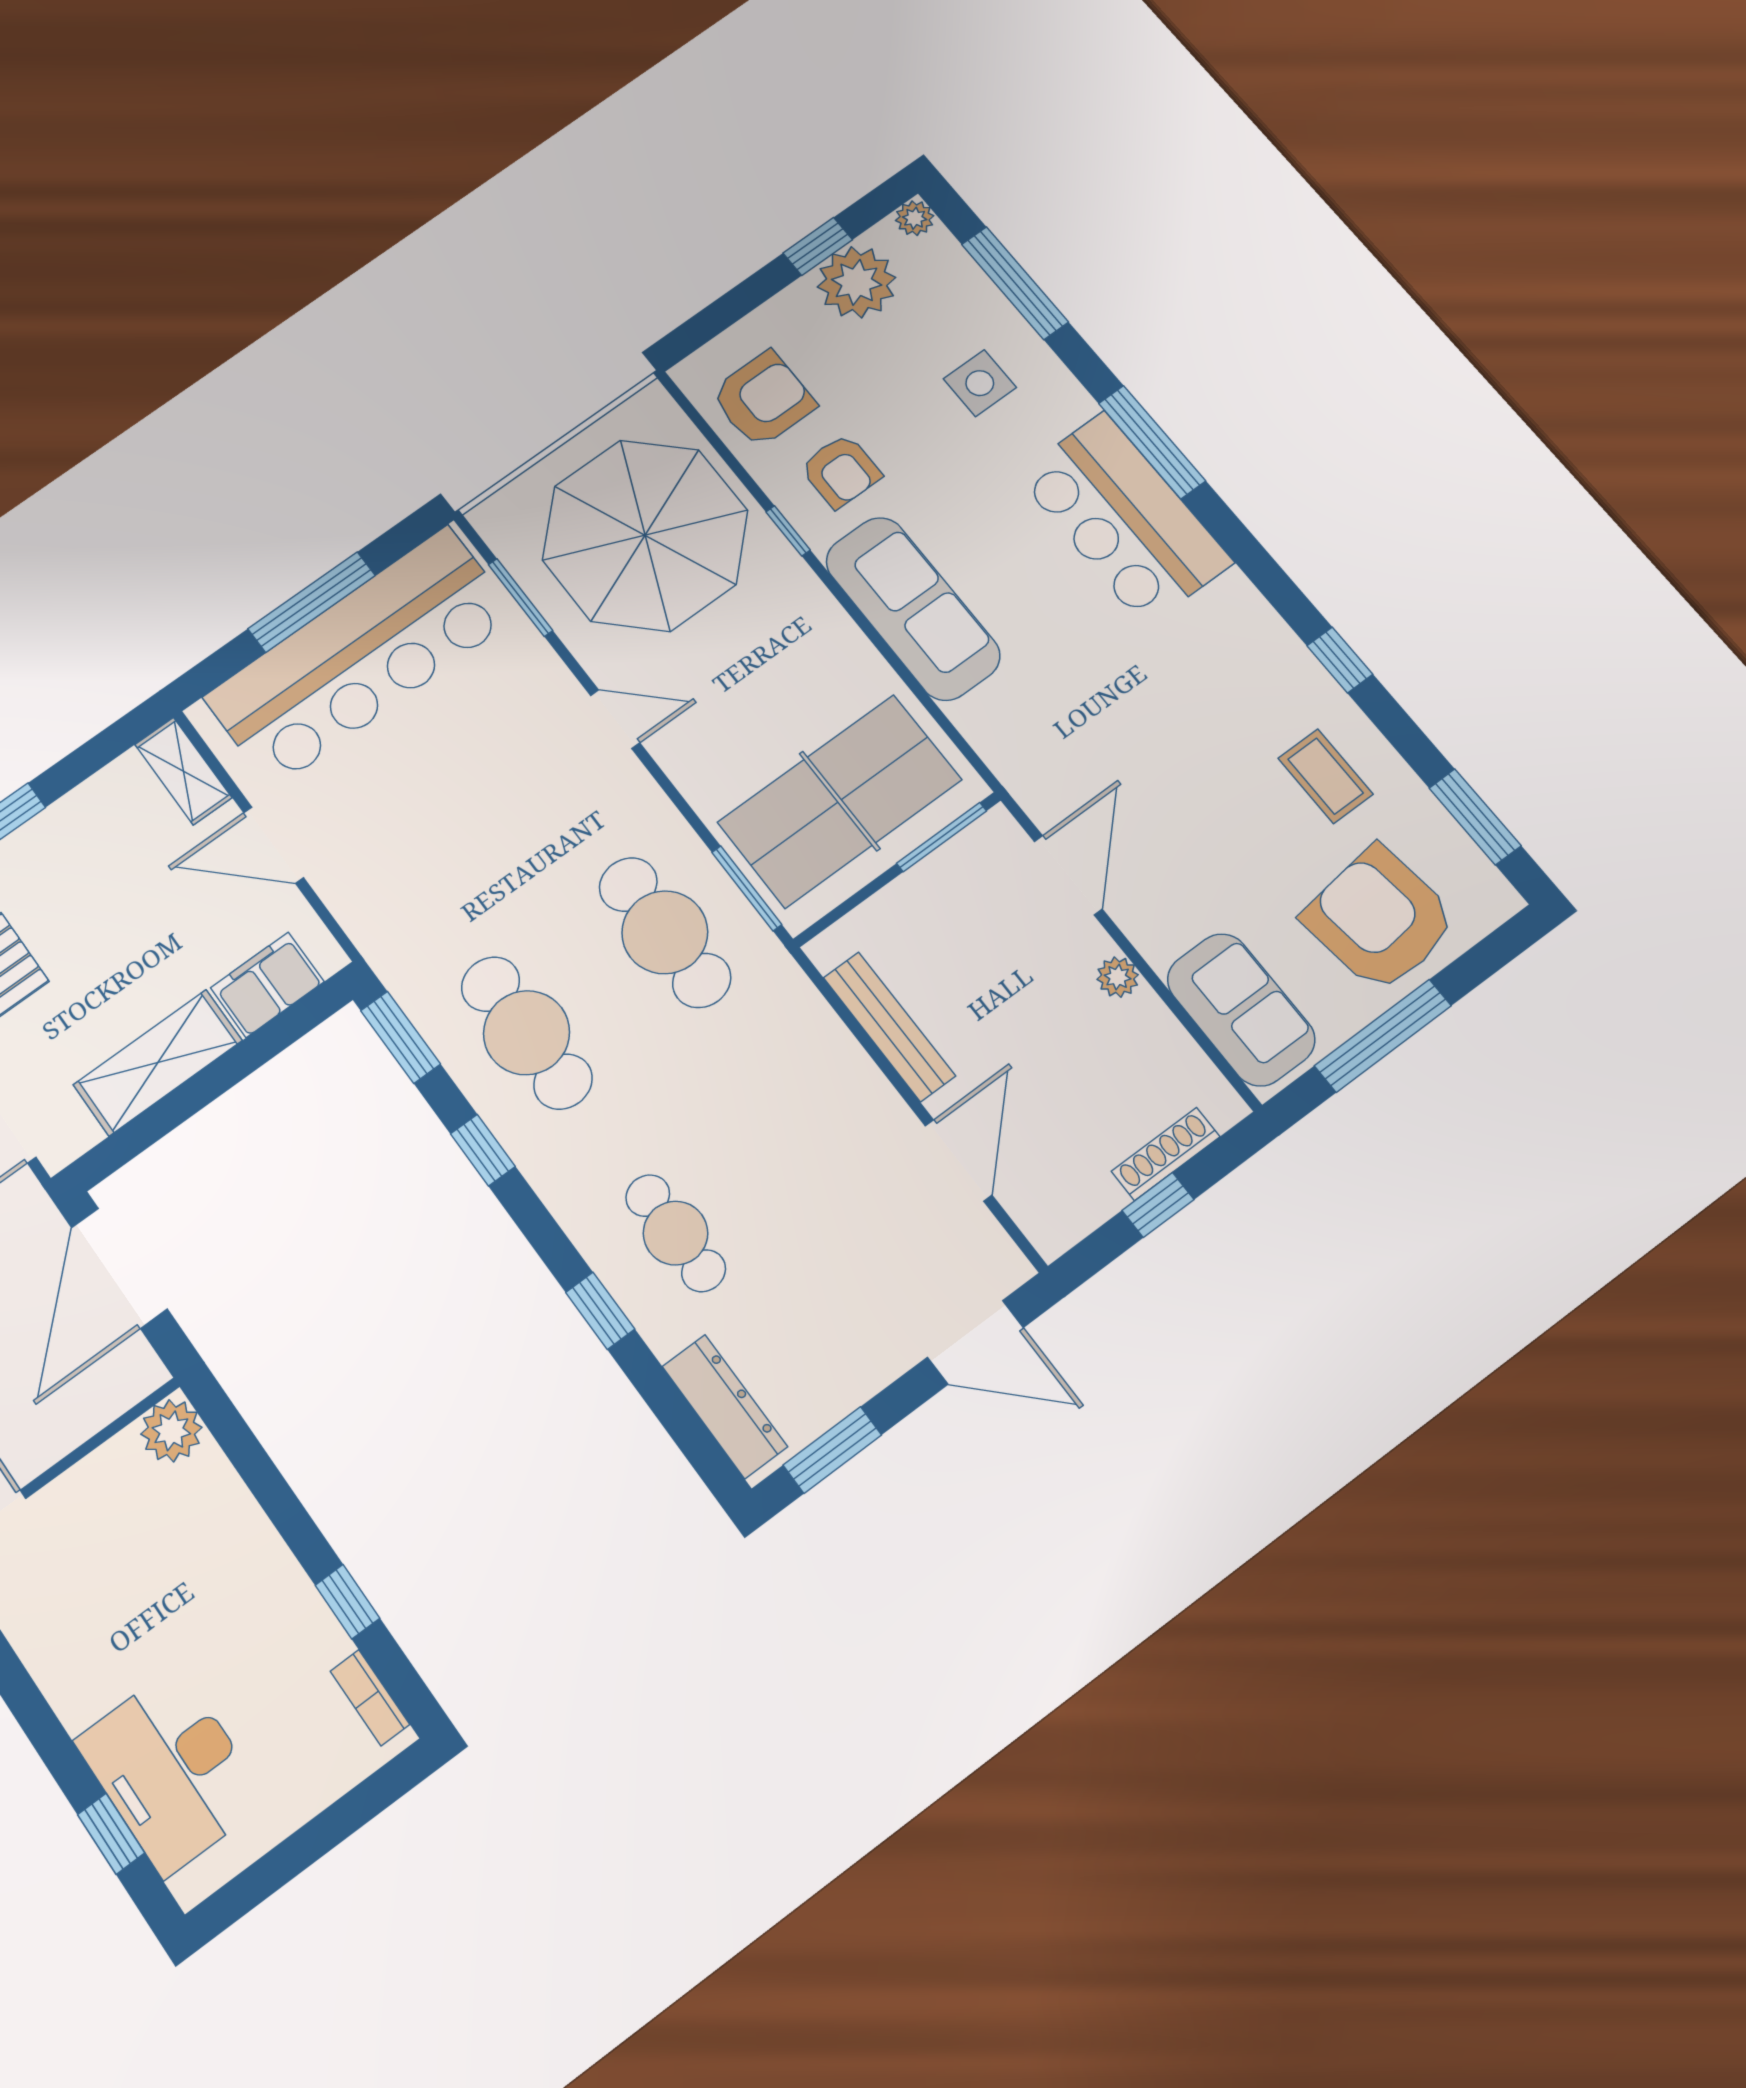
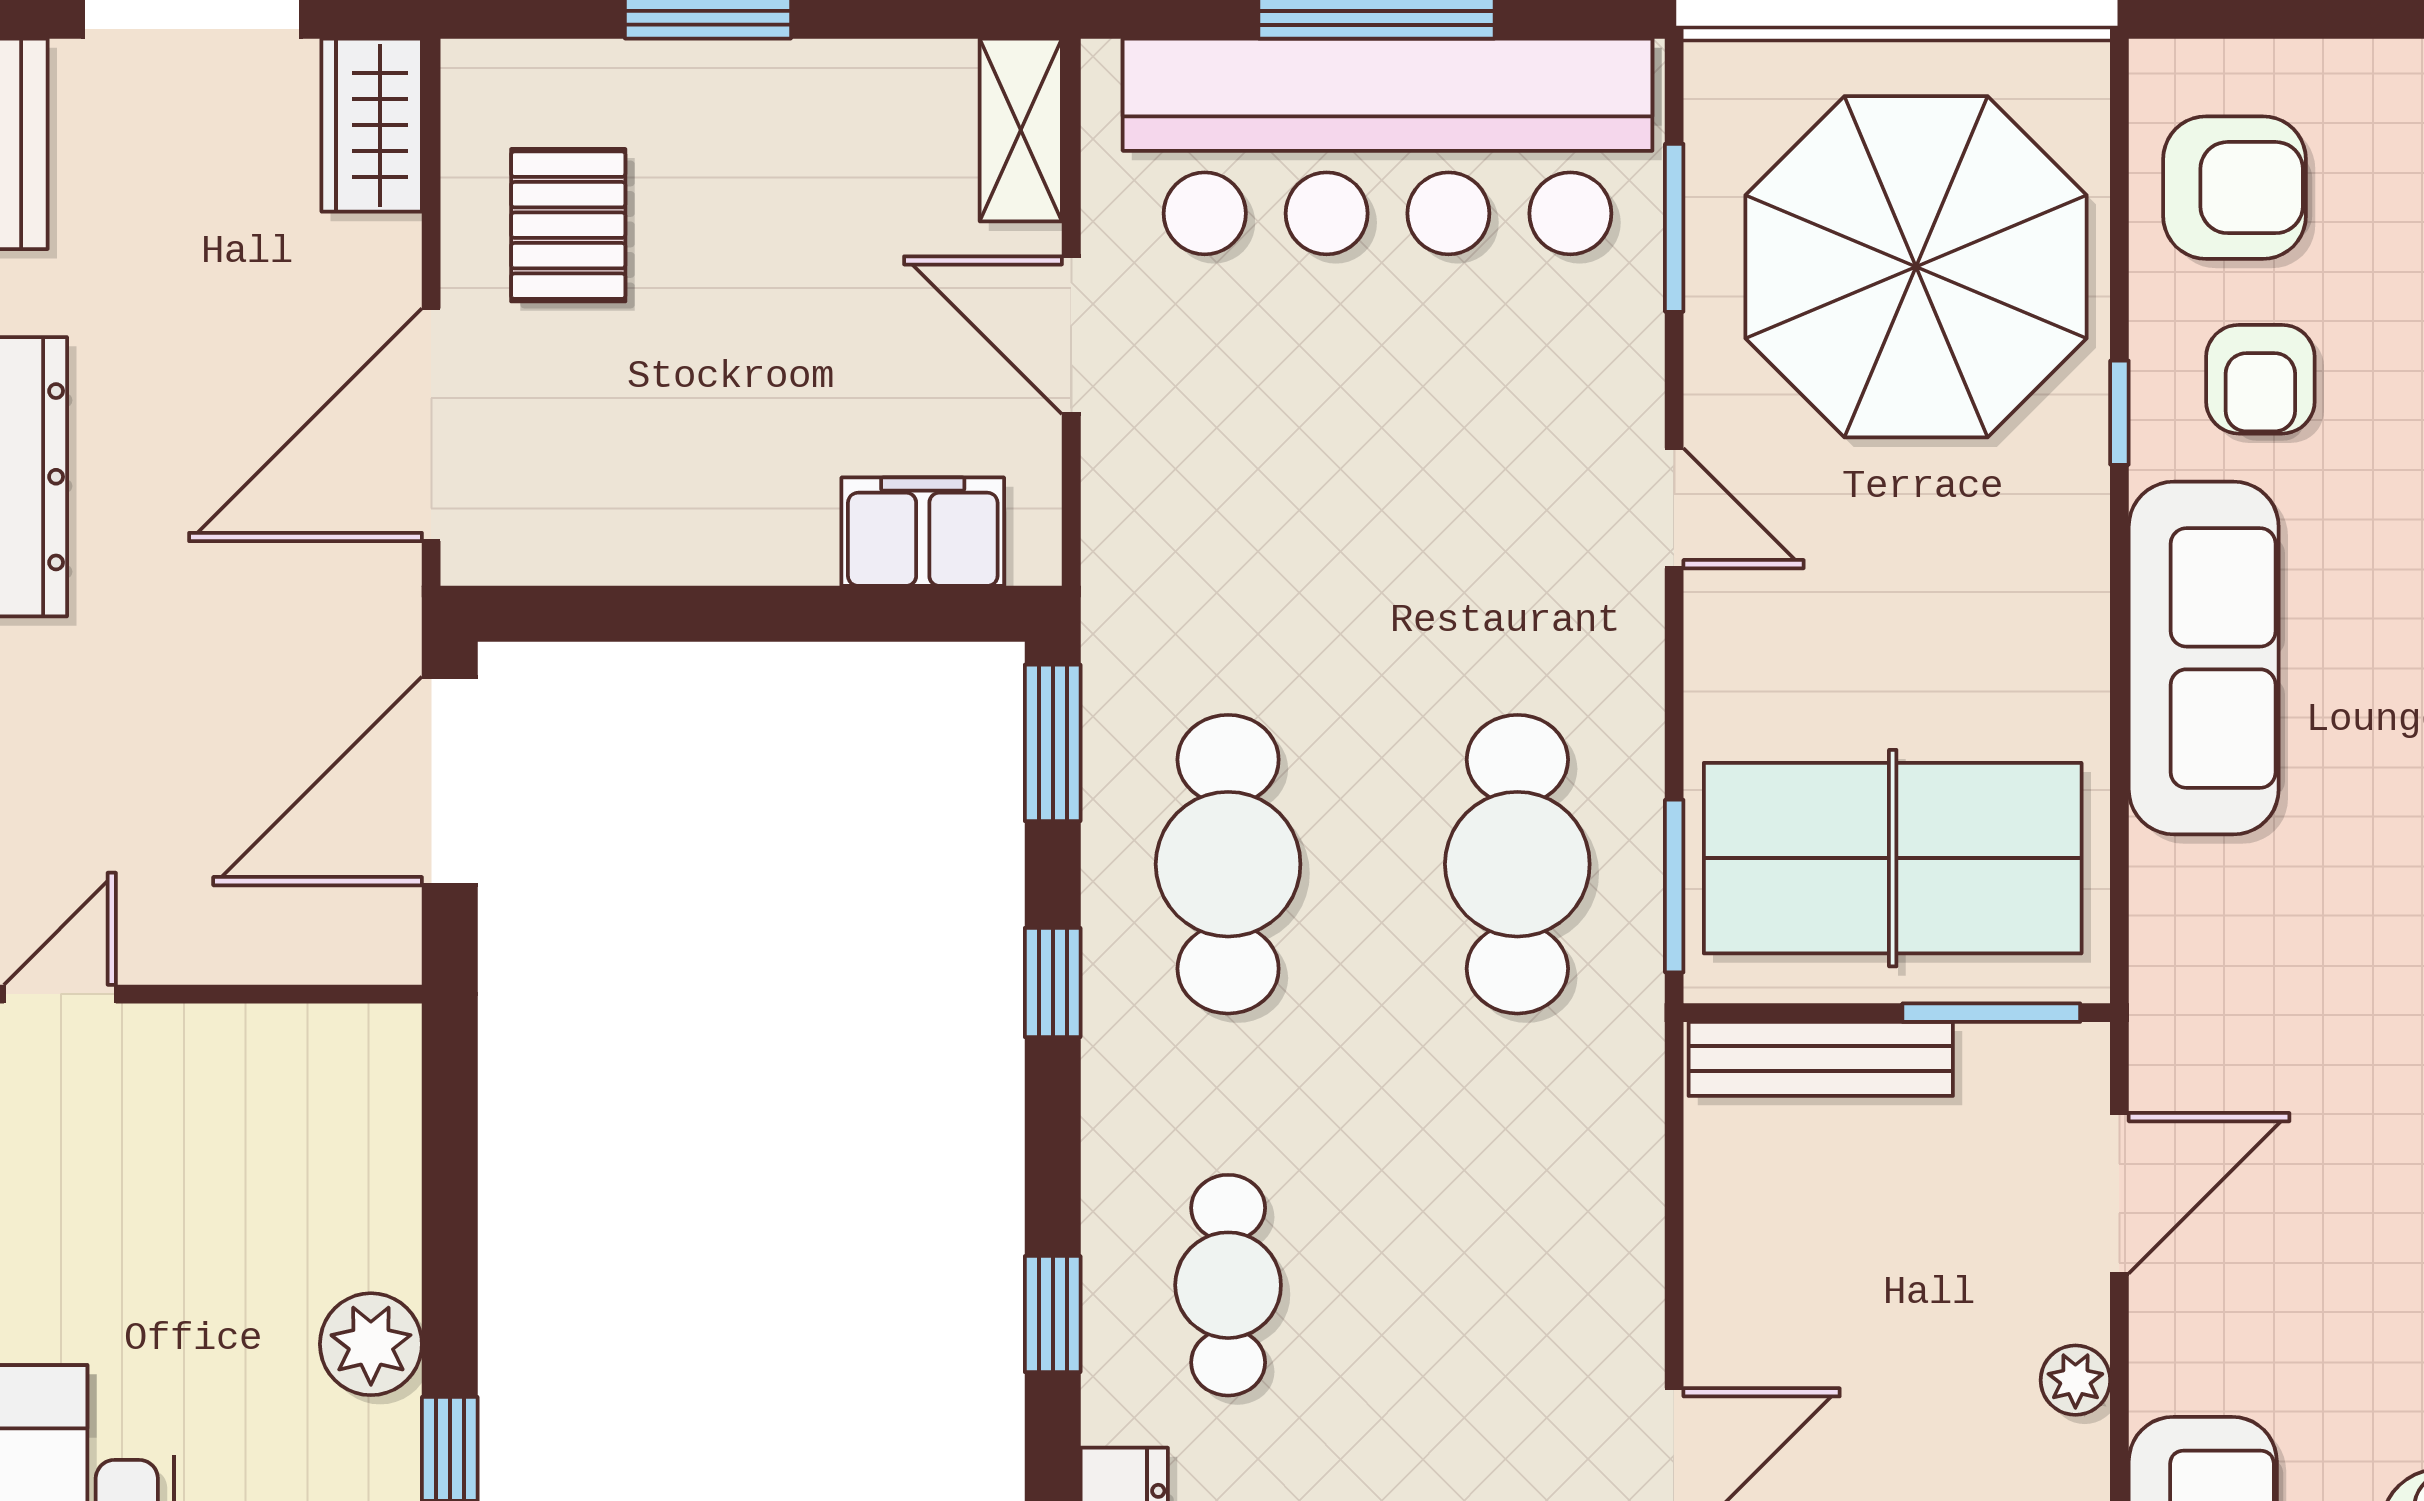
bench: (889, 1027) -> (1821, 1059), moved, turned 90
shelving: (158, 1063) -> (697, 531), removed
plant: (171, 1431) -> (371, 1344), moved

